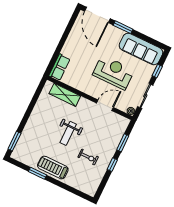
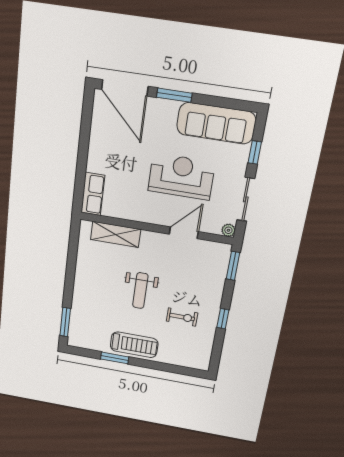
window: (123, 143) -> (233, 266), moved
treadmill: (53, 167) -> (134, 345), turned 180

